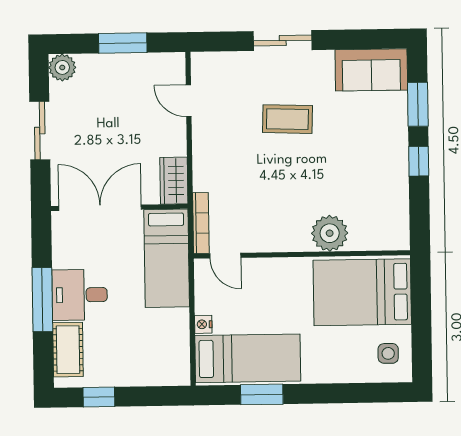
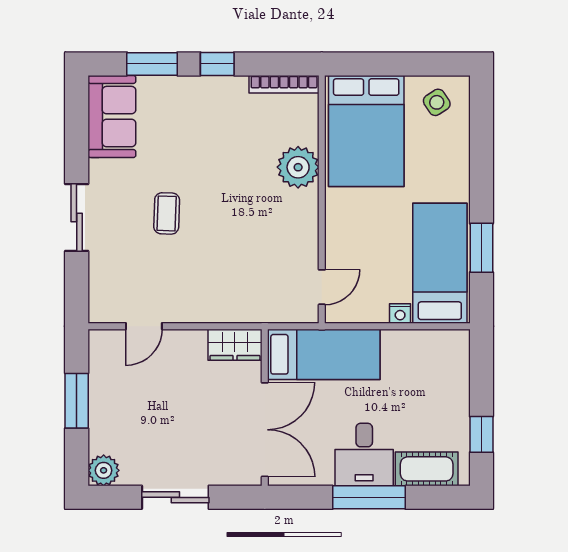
coffee table: (287, 119) -> (167, 213), width x0.73, depth x0.77
double door: (100, 208) -> (265, 430), swing flipped
bookcase: (201, 223) -> (284, 84), moved, turned 180
side table: (388, 353) -> (437, 102), turned -33

